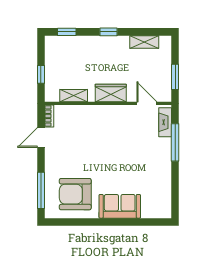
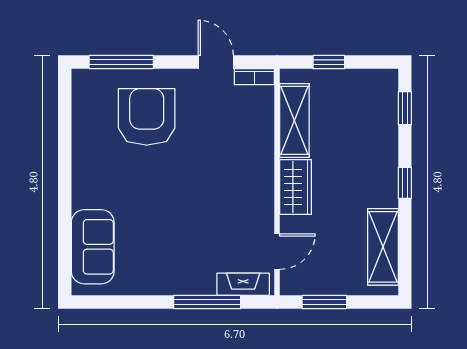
shelving: (144, 42) -> (383, 247), width x1.50, depth x1.33
shelving: (74, 96) -> (294, 120), width x1.50, depth x1.33
armchair: (75, 194) -> (147, 117), moved
sofa: (120, 206) -> (93, 247), moved

